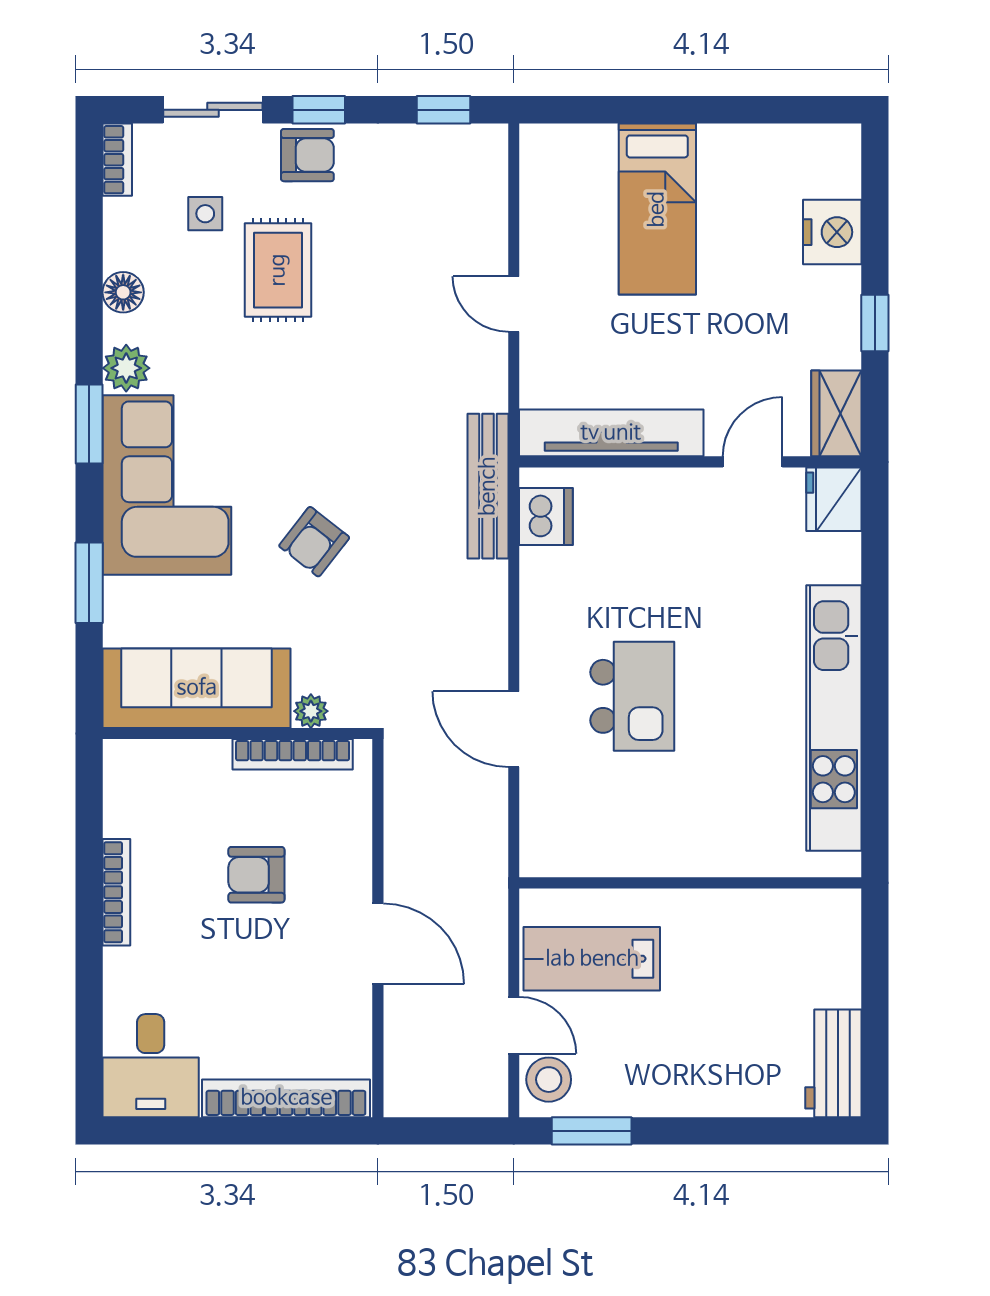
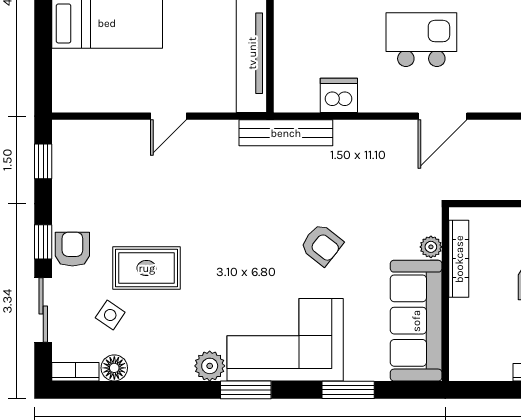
side table: (205, 214) -> (110, 315), turned 34
floor lamp: (123, 292) -> (114, 368), moved
dishwasher: (546, 517) -> (339, 95), moved

